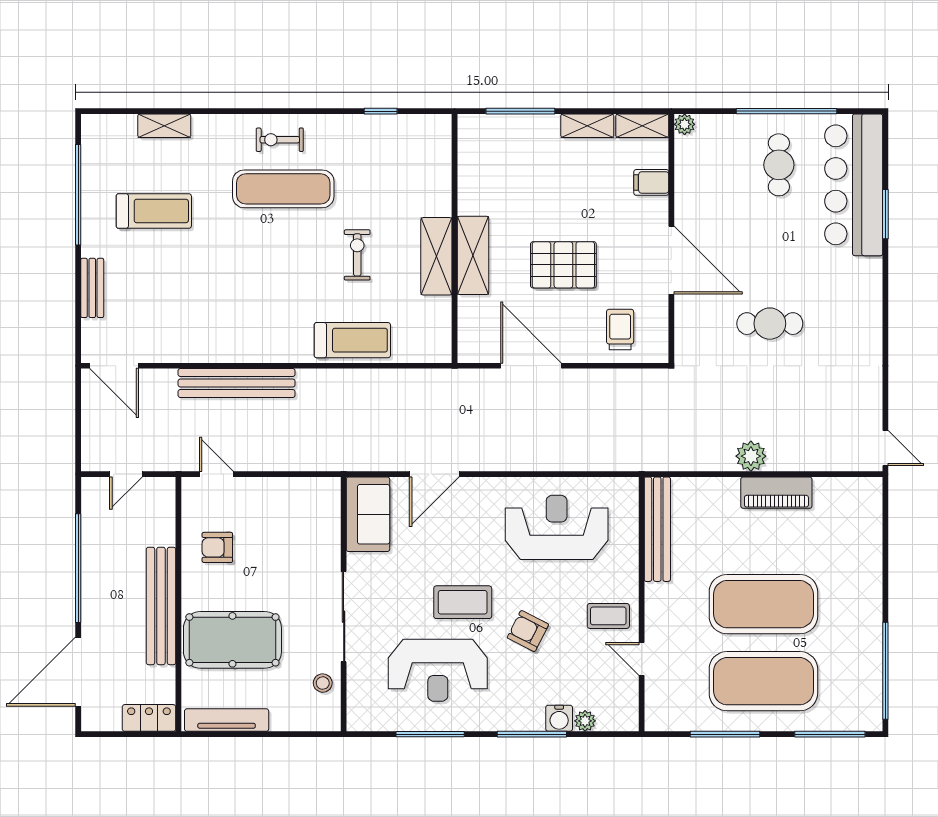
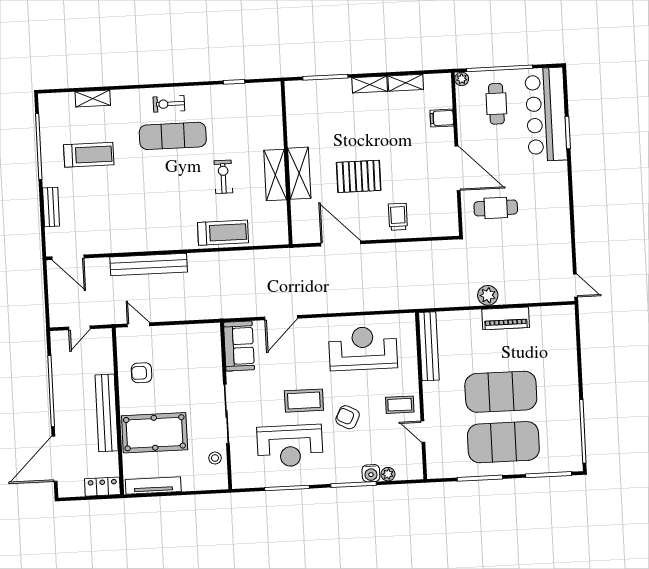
plant: (685, 124) -> (462, 79), moved
filing cabinet: (651, 182) -> (442, 118), moved
wall: (671, 238) -> (457, 154), moved
door: (671, 260) -> (458, 168), moved

